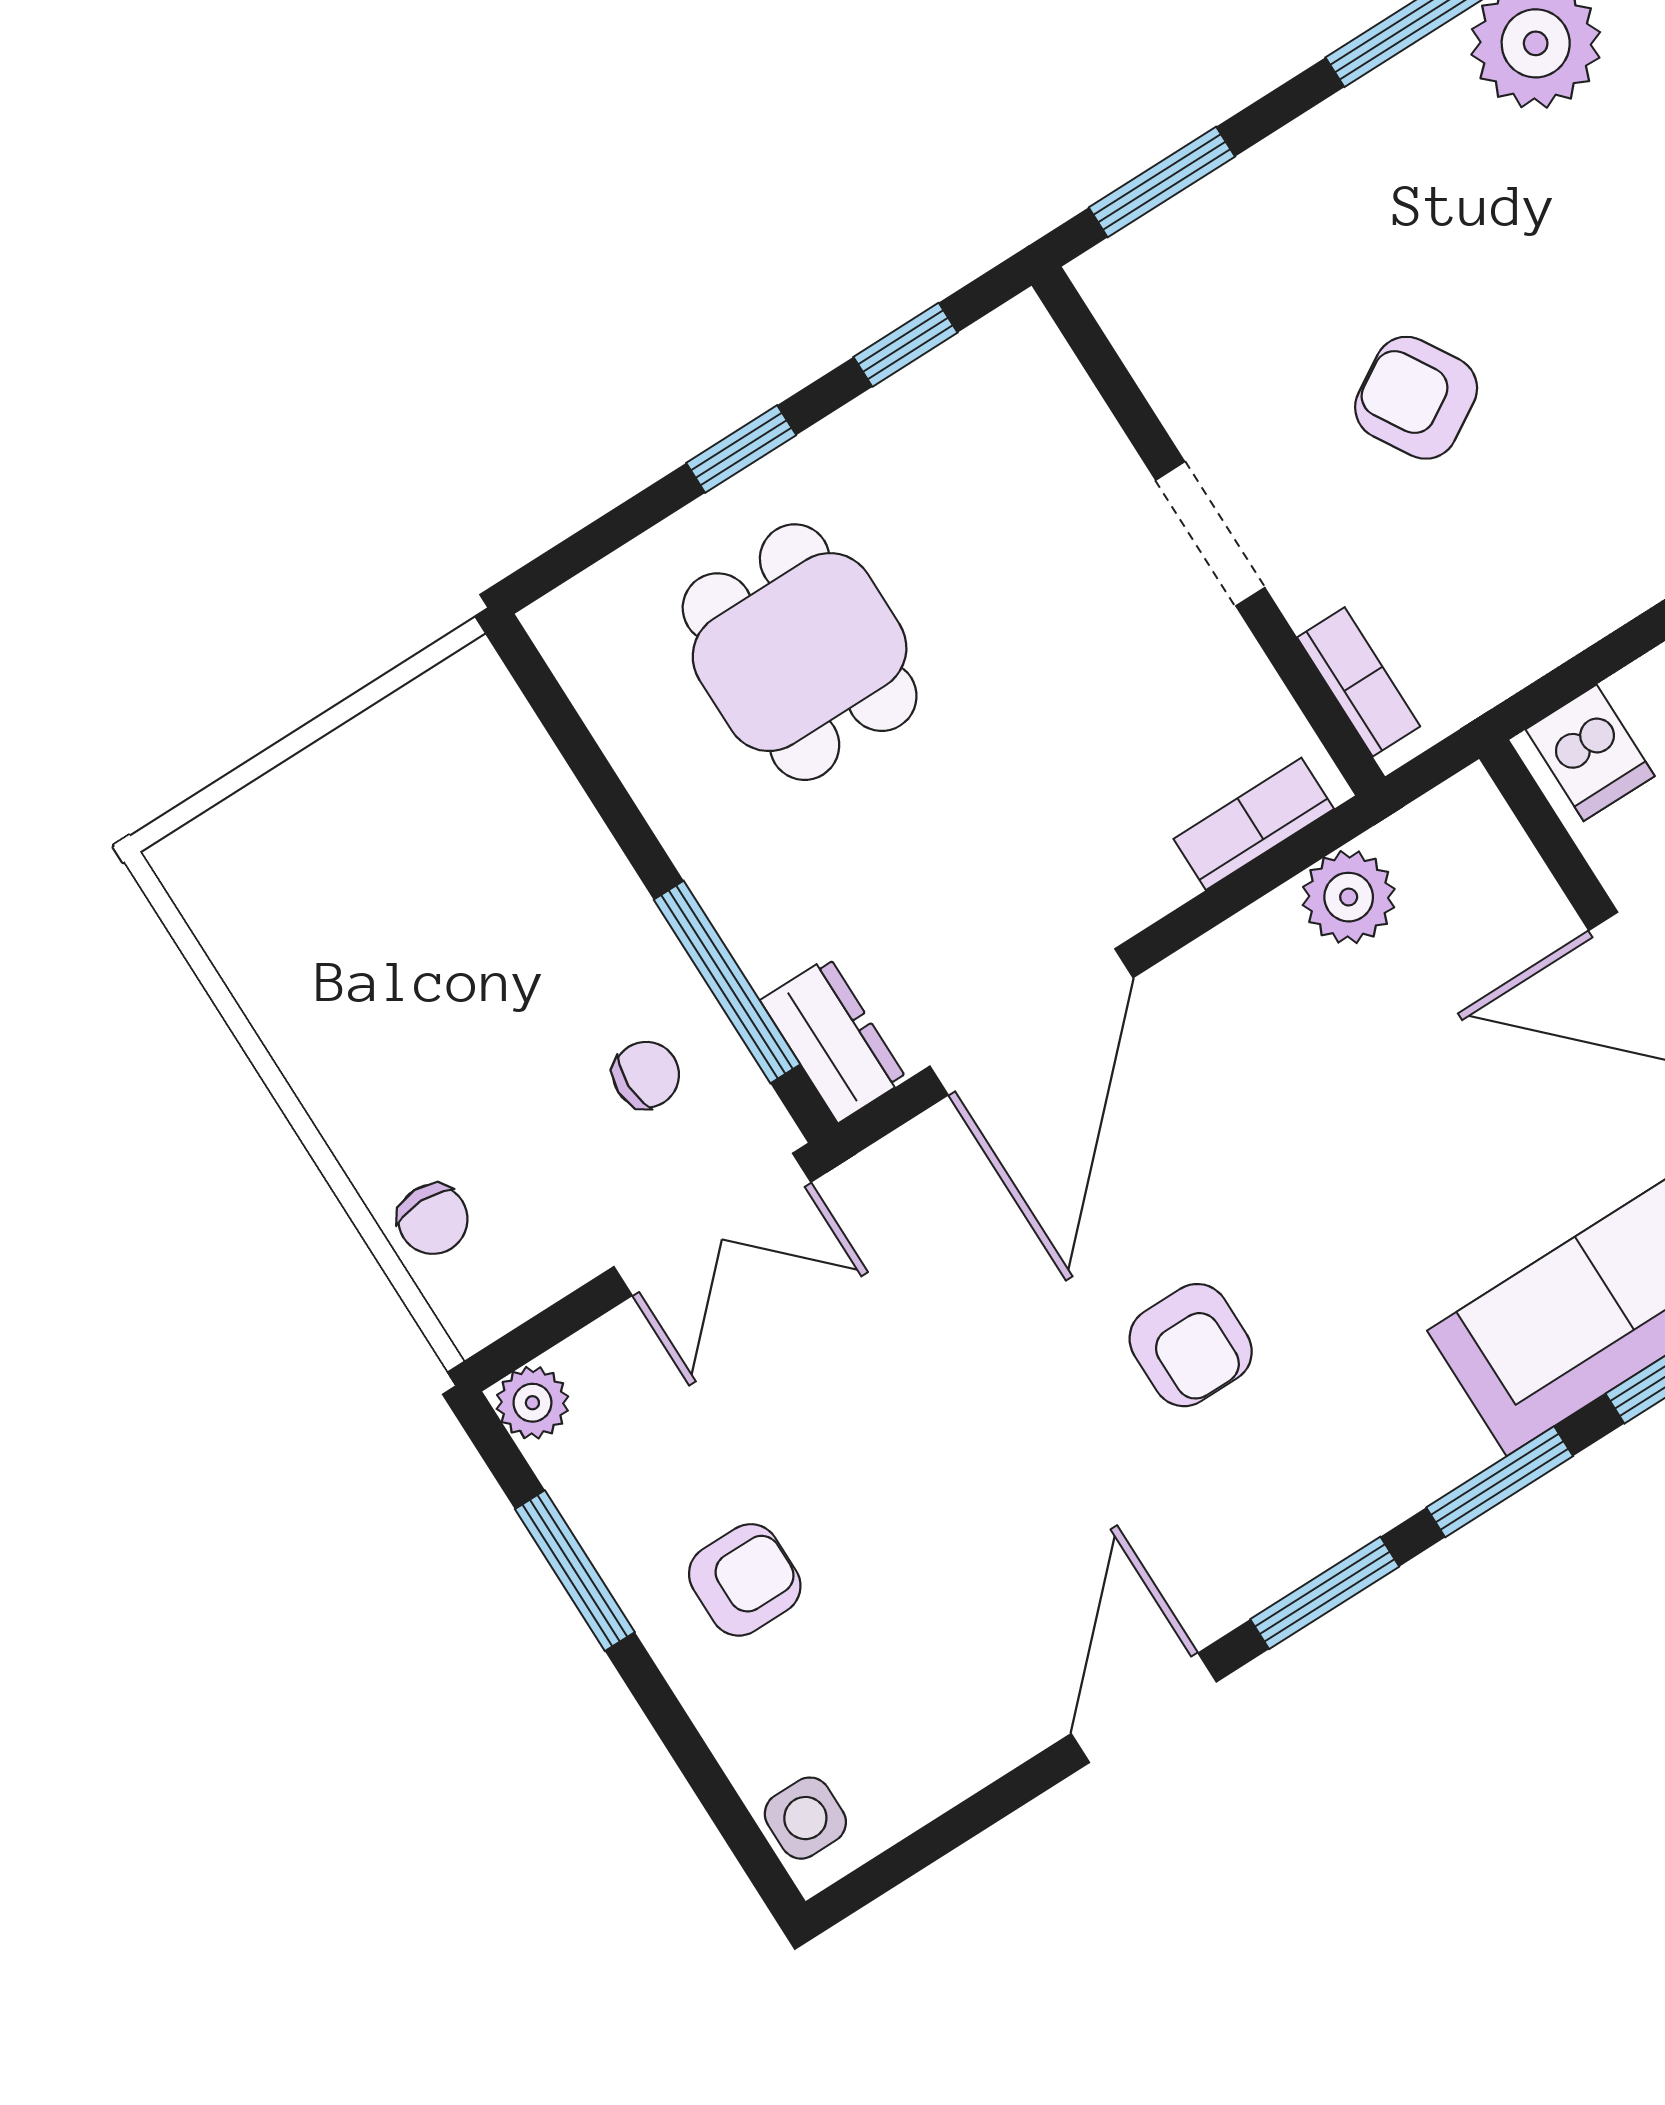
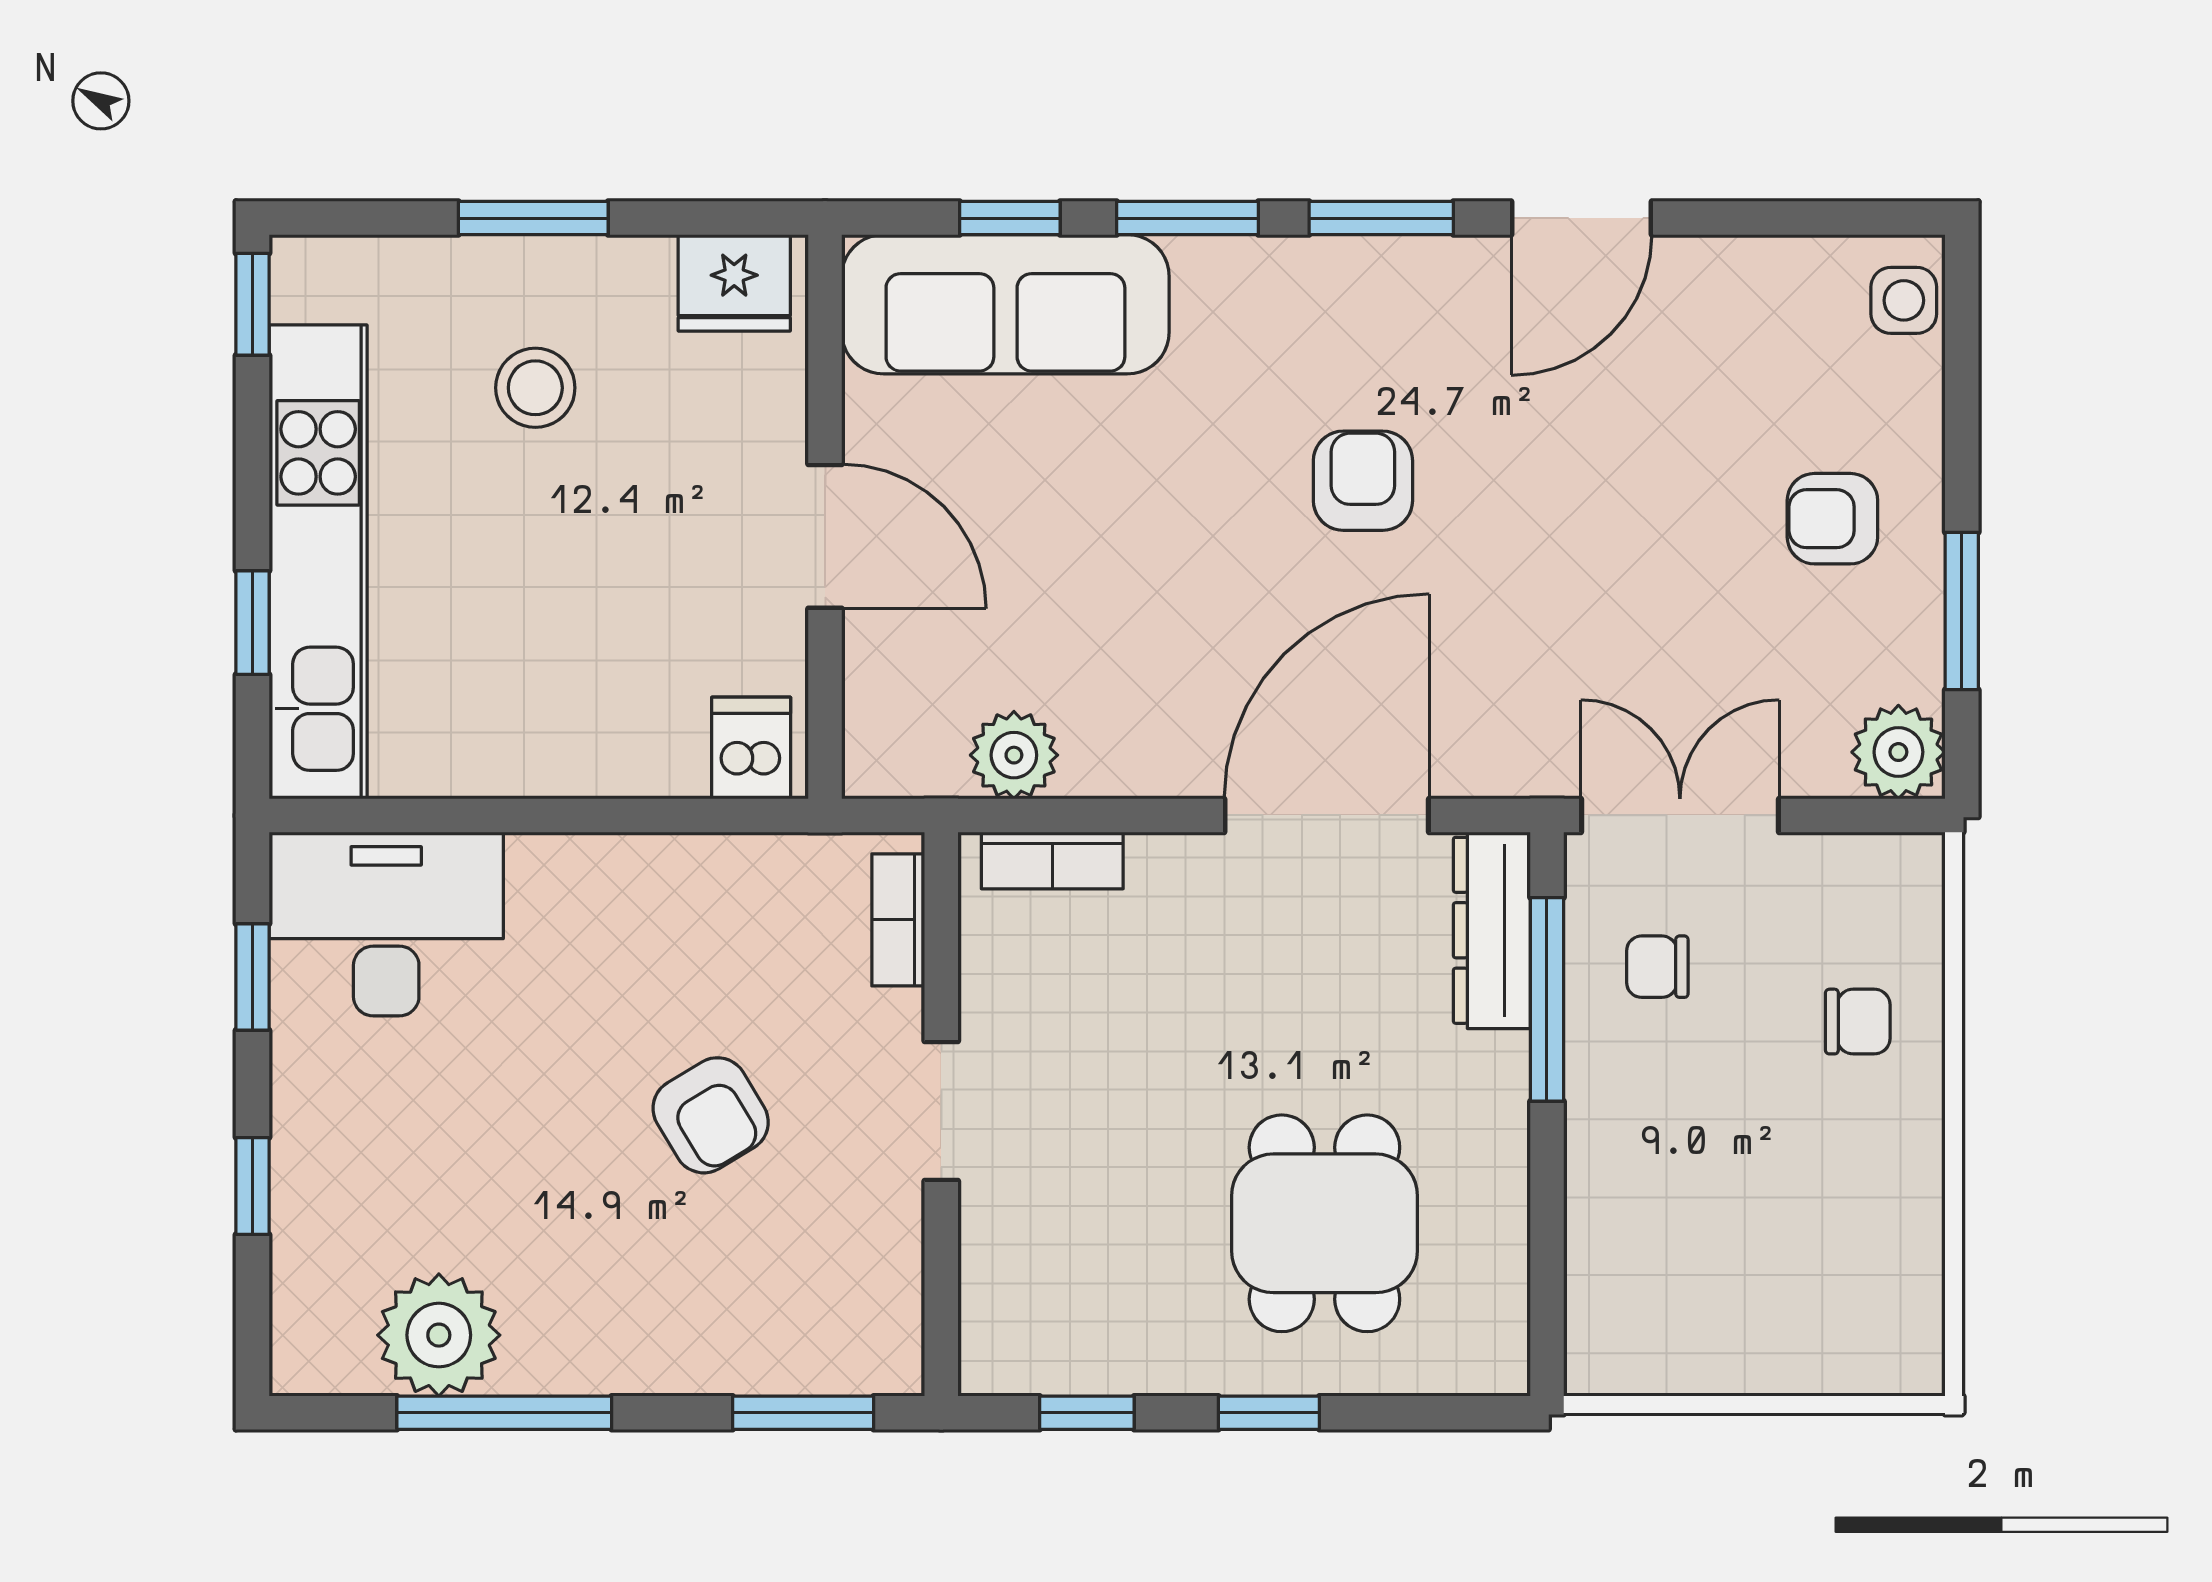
dresser: (833, 1040) -> (1492, 930), width x1.44
chair: (433, 1219) -> (1858, 1022), moved, turned 90
plant: (532, 1403) -> (1898, 752), width x1.38, depth x1.38

